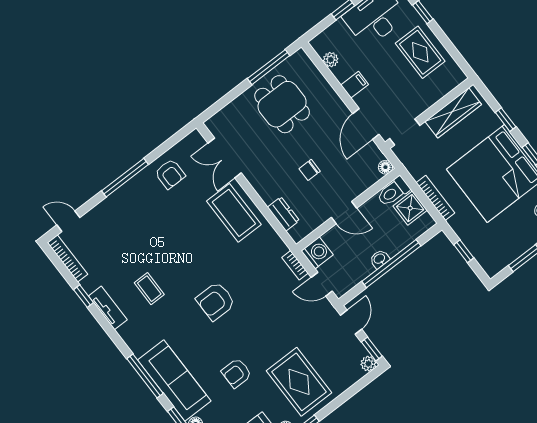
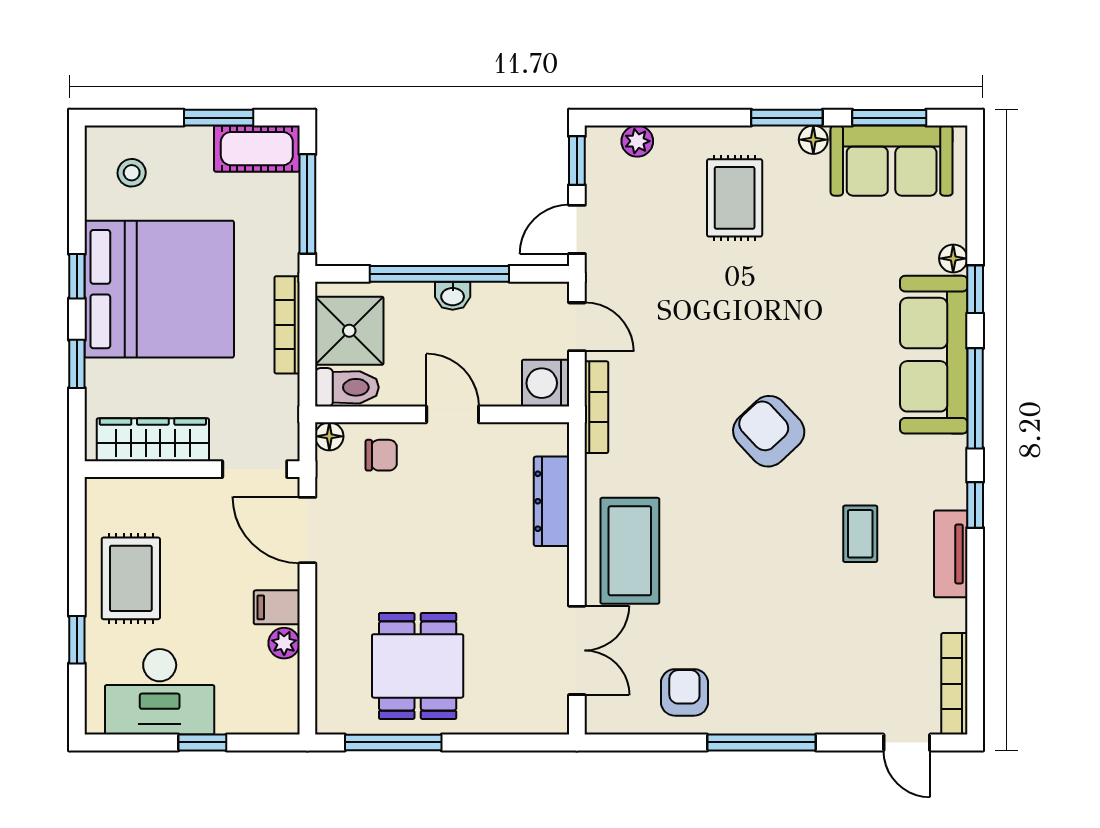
plant: (331, 60) -> (284, 643), moved
door: (366, 124) -> (307, 530), swing flipped
chair: (310, 170) -> (381, 455), moved
shower: (410, 208) -> (349, 331), width x1.36, depth x1.36
dresser: (283, 214) -> (551, 501), width x1.44
window: (464, 251) -> (307, 204), width x2.17
cot: (500, 258) -> (257, 149), added
bookcase: (295, 265) -> (596, 407), width x1.56
window: (84, 296) -> (975, 505), moved
armchair: (216, 301) -> (769, 431), turned -133
plant: (368, 364) -> (637, 141), moved
armchair: (237, 373) -> (824, 290), removed
rug: (299, 382) -> (735, 198), width x0.73, depth x0.70

